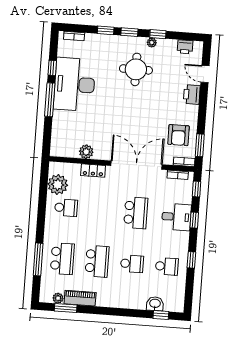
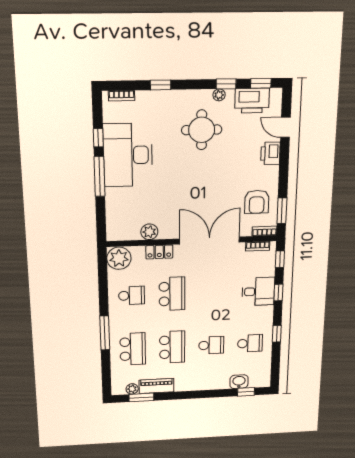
window: (129, 32) -> (261, 83), moved
printer: (185, 47) -> (252, 101), width x1.87, depth x1.48
plant: (58, 185) -> (119, 258), moved
school desk: (136, 213) -> (172, 294), moved
window: (38, 259) -> (105, 333), moved

